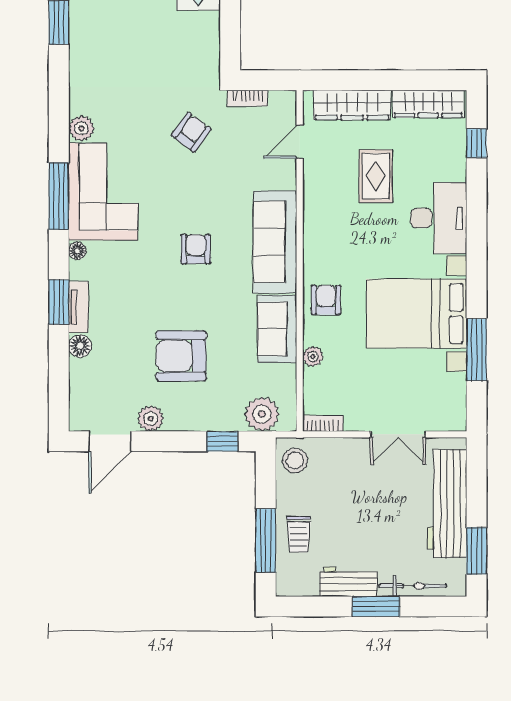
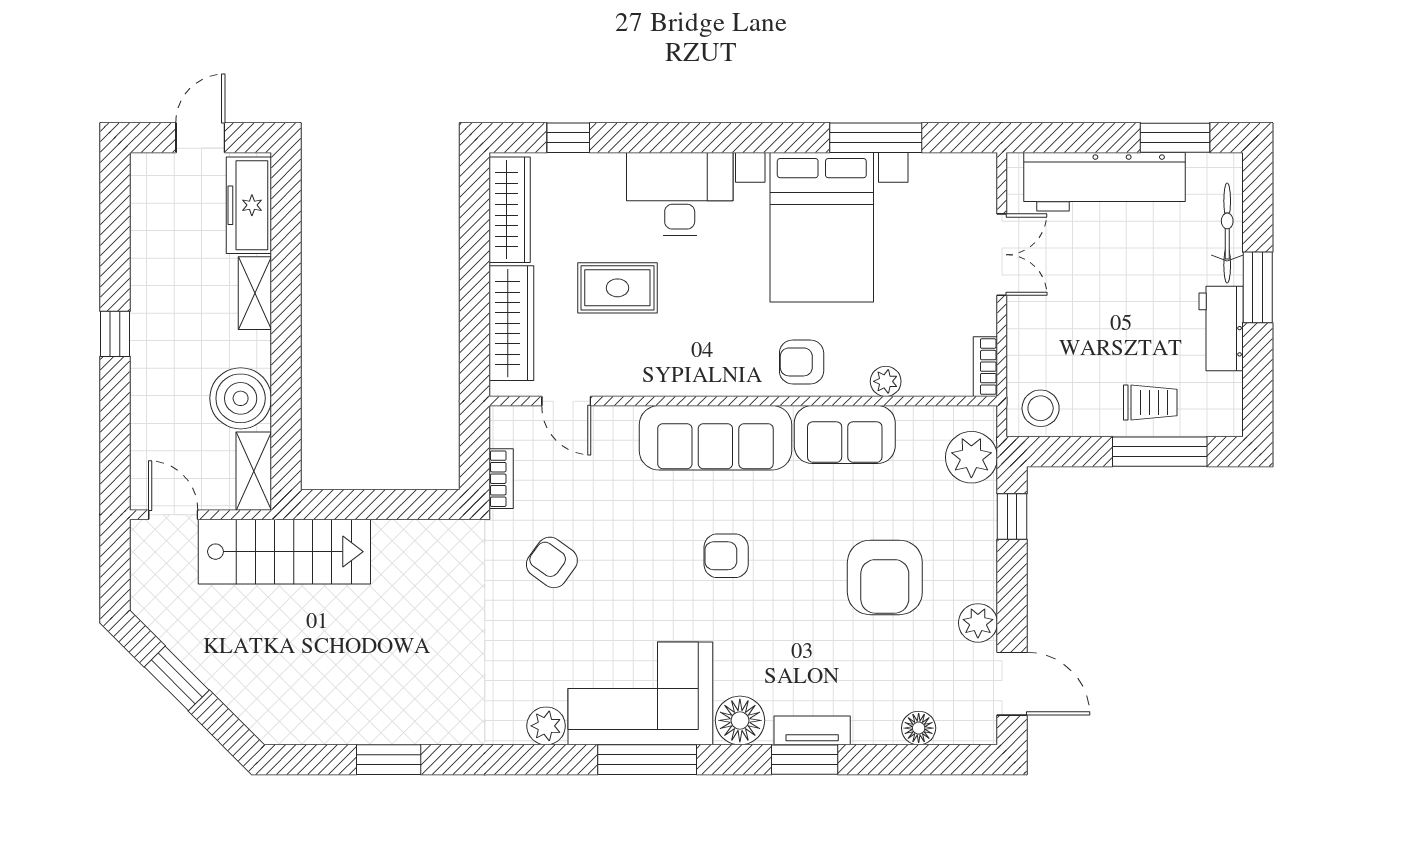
floor lamp: (77, 251) -> (740, 720), width x1.89, depth x1.89
floor lamp: (80, 346) -> (919, 728), moved

